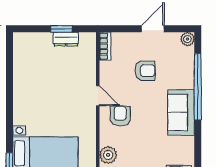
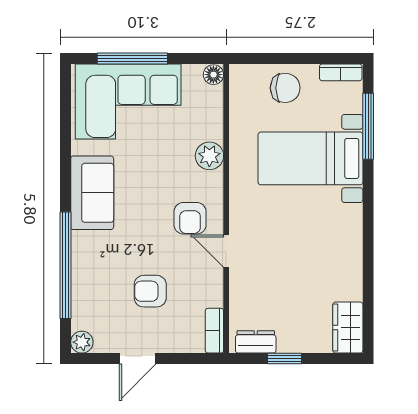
dresser: (66, 39) -> (256, 342), moved
wardrobe: (22, 48) -> (348, 328), added
sofa: (181, 112) -> (92, 193), moved

